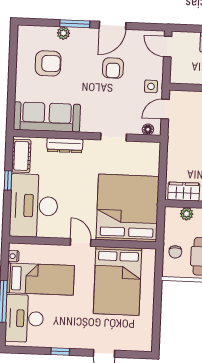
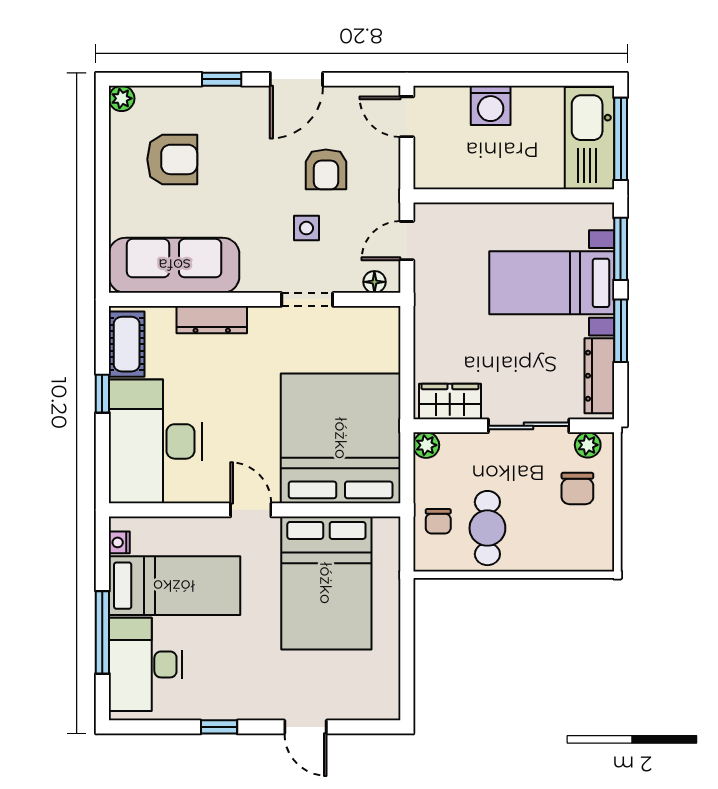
window: (75, 24) -> (222, 79), width x0.67
plant: (63, 33) -> (122, 98), moved
armchair: (113, 68) -> (326, 169), moved
side table: (151, 86) -> (306, 228), moved
plant: (187, 214) -> (426, 445), moved

